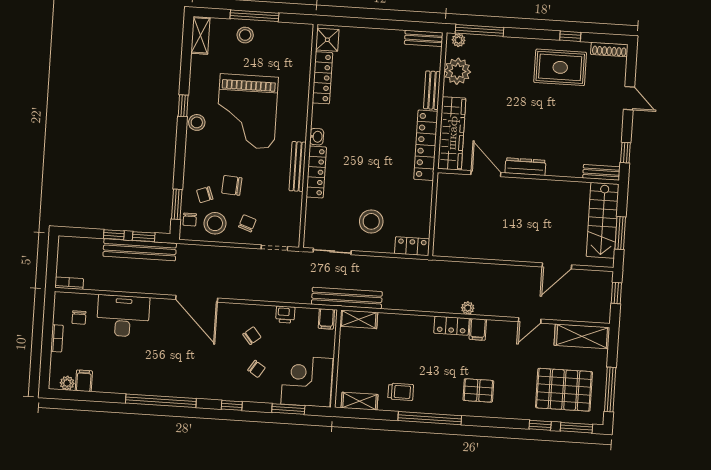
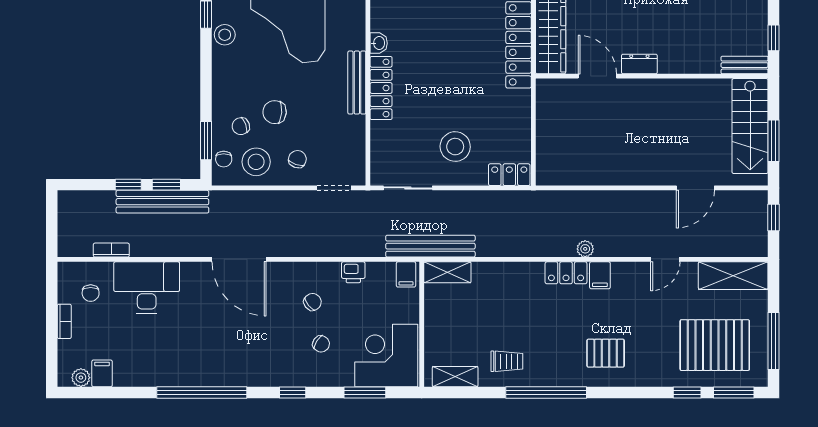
dresser: (525, 167) -> (639, 64), width x0.70
bookcase: (69, 283) -> (111, 250), moved

